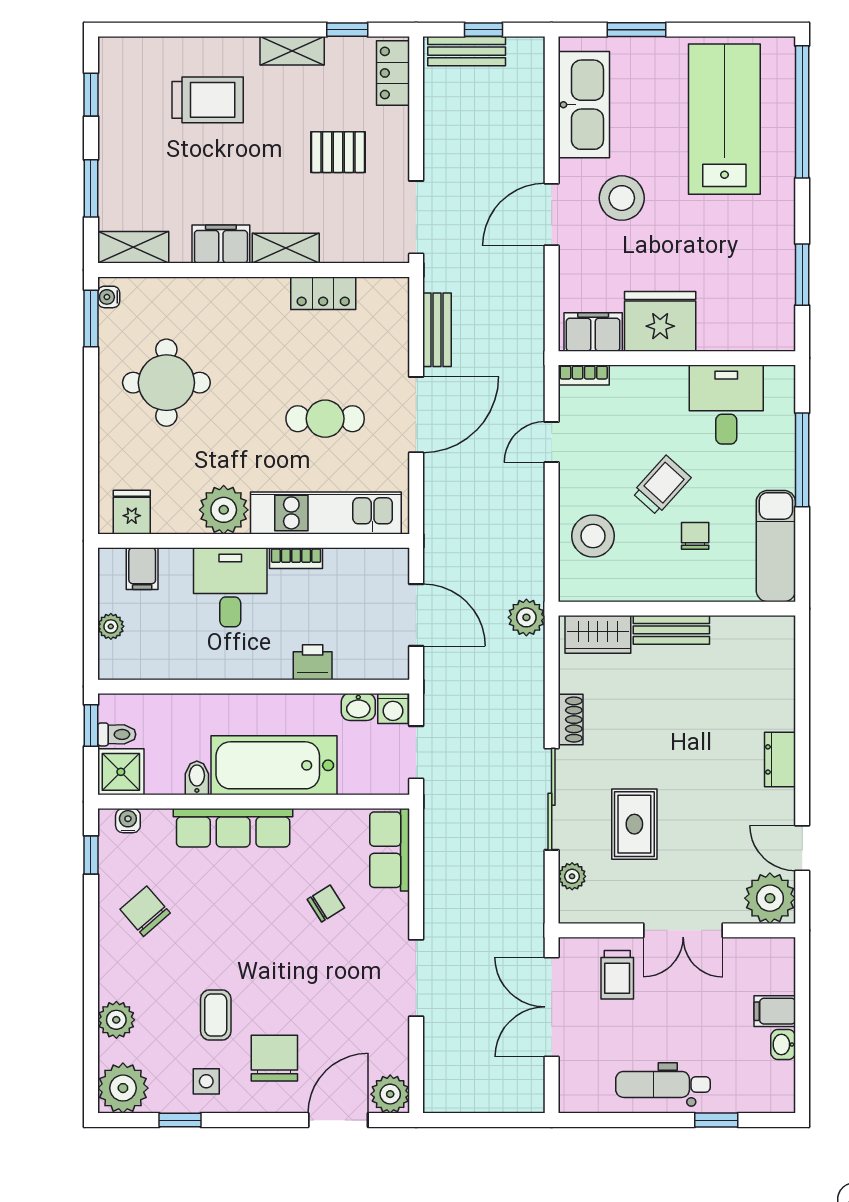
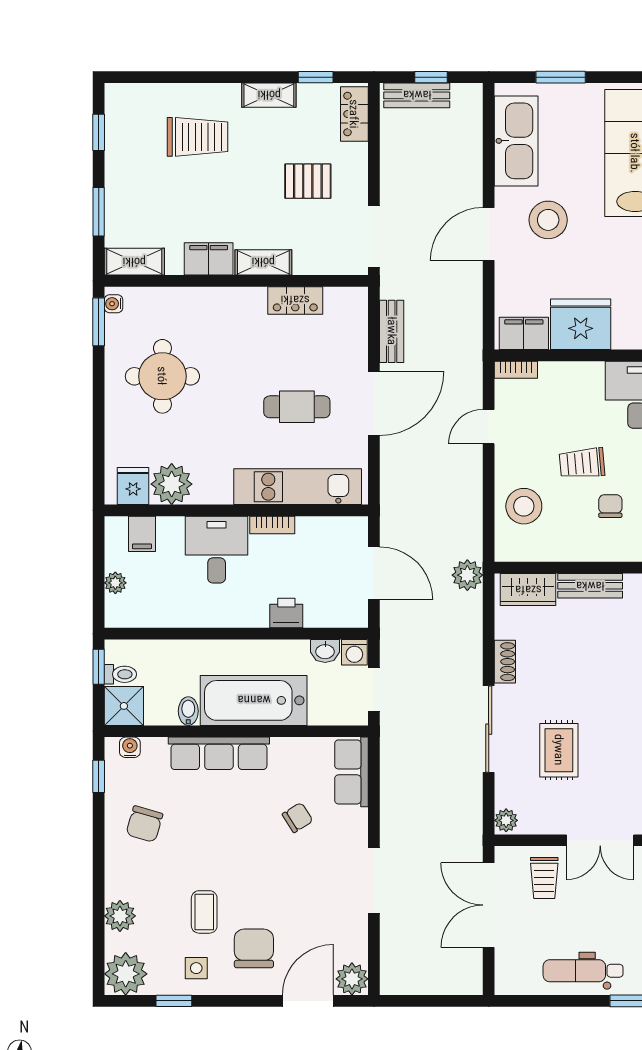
trolley: (662, 485) -> (582, 463), turned -137
plant: (224, 510) -> (172, 484), moved
plant: (572, 876) -> (506, 820), moved
chair: (145, 911) -> (144, 824), turned -123

